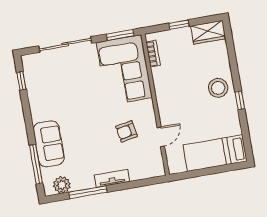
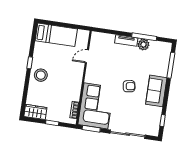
armchair: (127, 131) -> (129, 86), moved
sofa: (49, 144) -> (156, 91), moved
plant: (62, 185) -> (143, 45), moved

